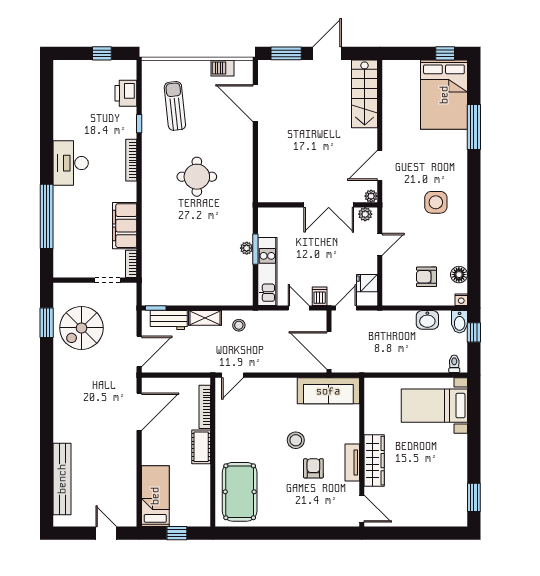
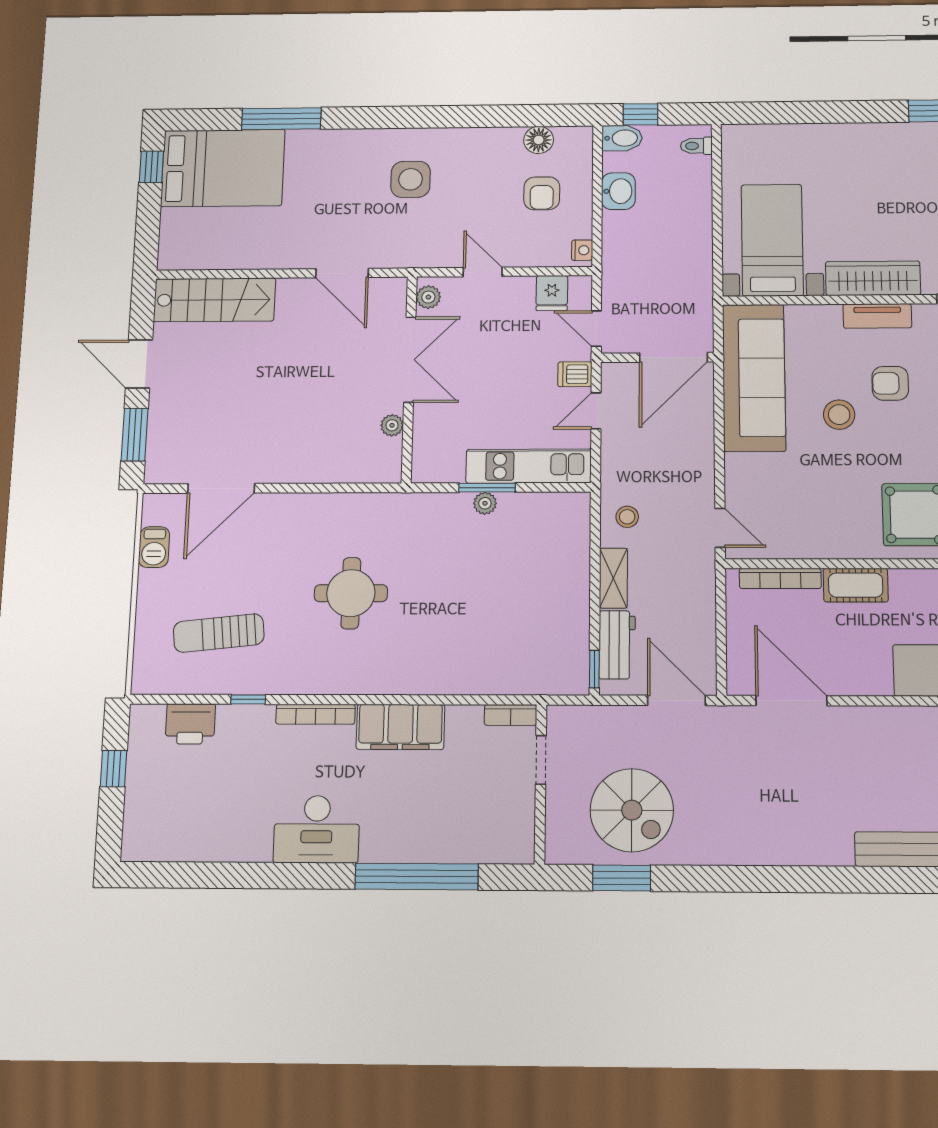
plant: (371, 196) -> (392, 425), moved
filing cabinet: (125, 226) -> (400, 727), moved
nightstand: (461, 300) -> (582, 250), moved
sofa: (328, 391) -> (754, 378), width x1.36, depth x1.27
bed with nightstands: (434, 406) -> (772, 240), moved, turned 180

